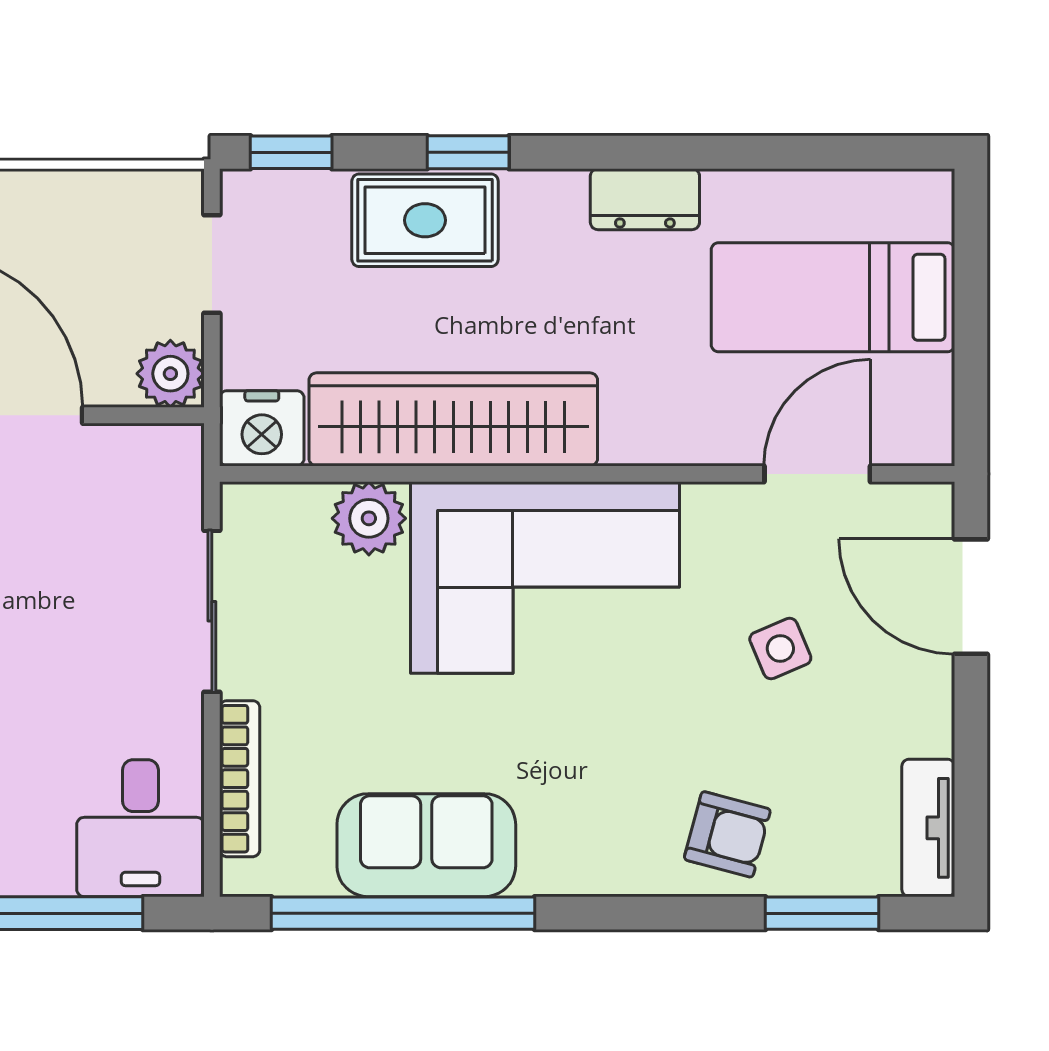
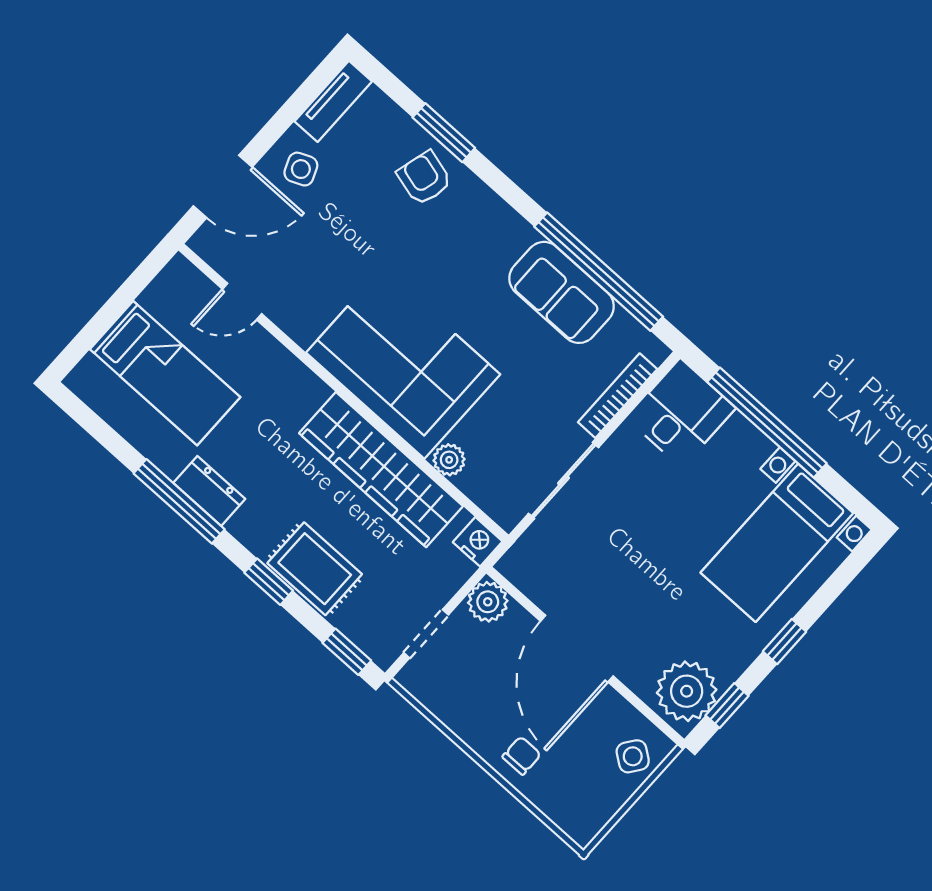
window: (671, 152) -> (179, 501), added
nightstand: (262, 428) -> (478, 542), width x0.74, depth x0.75
door: (817, 474) -> (242, 301), width x0.73
plant: (369, 518) -> (449, 460), width x0.73, depth x0.73
door: (971, 597) -> (223, 186), hinge flipped
side table: (780, 648) -> (301, 169), moved
window: (822, 913) -> (444, 133), moved

